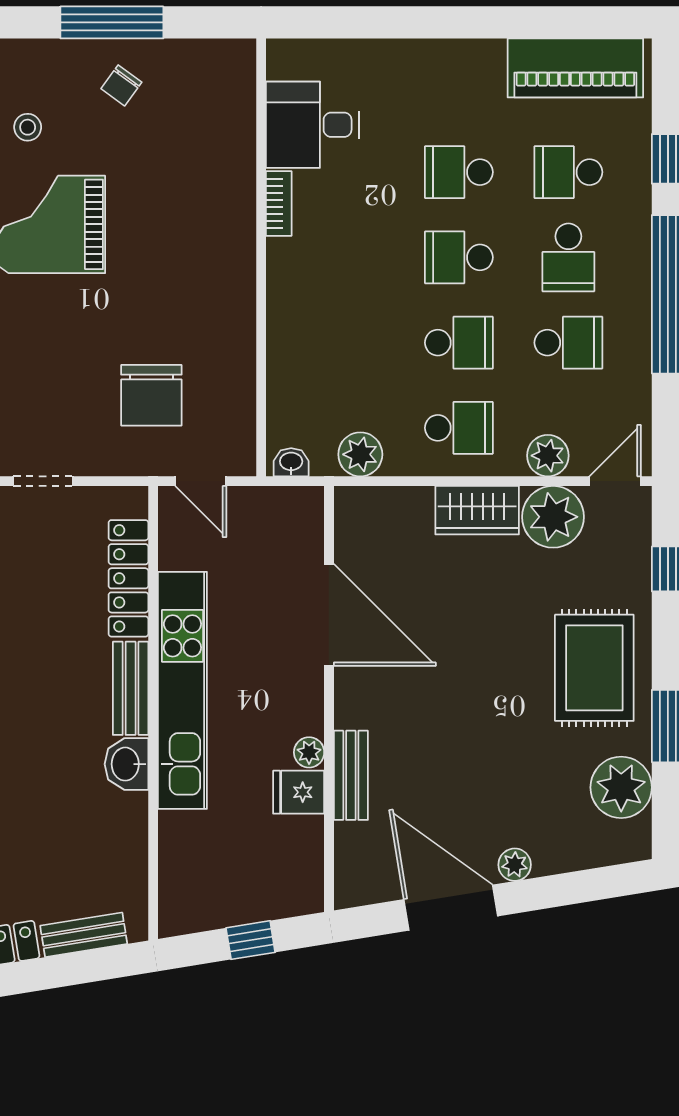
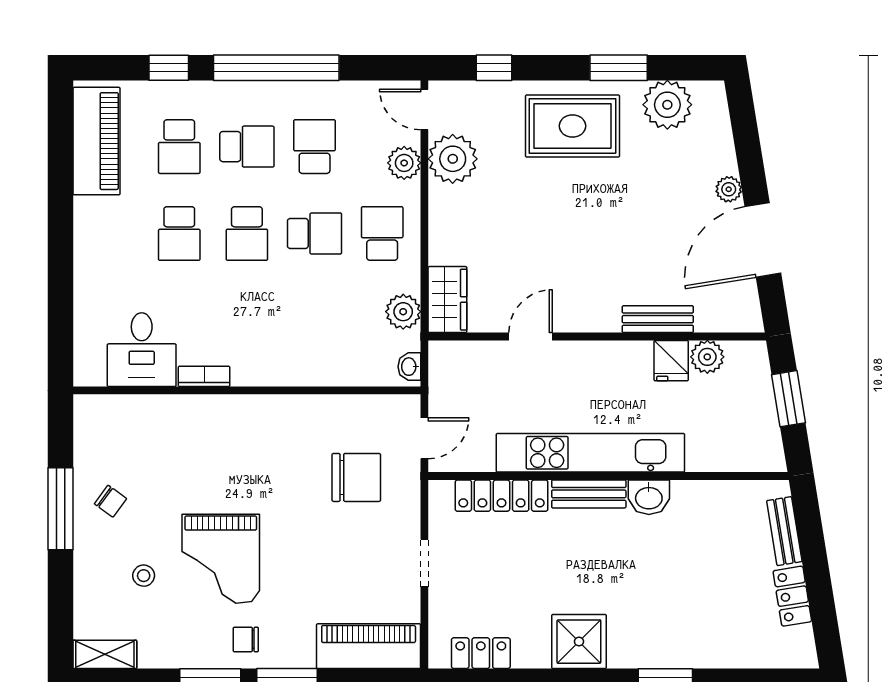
school desk: (459, 343) -> (315, 233), turned 90
wardrobe: (477, 510) -> (447, 300), moved
door: (329, 615) -> (531, 337), width x0.53
plant: (309, 752) -> (707, 357), moved, width x1.38, depth x1.38
window: (251, 940) -> (789, 399), width x1.50

